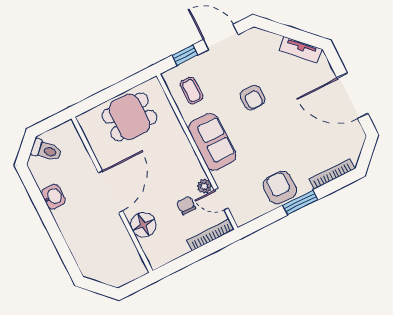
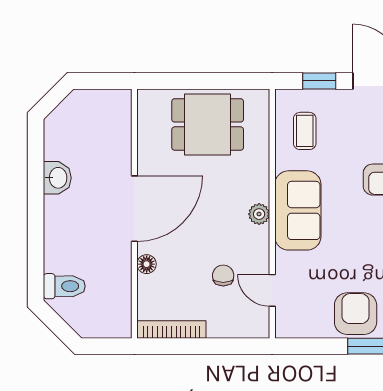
toilet: (46, 150) -> (64, 286), moved, turned -45
plant: (204, 186) -> (259, 214), moved
floor lamp: (143, 225) -> (147, 264), width x0.53, depth x0.53
bookcase: (210, 235) -> (171, 330), moved

